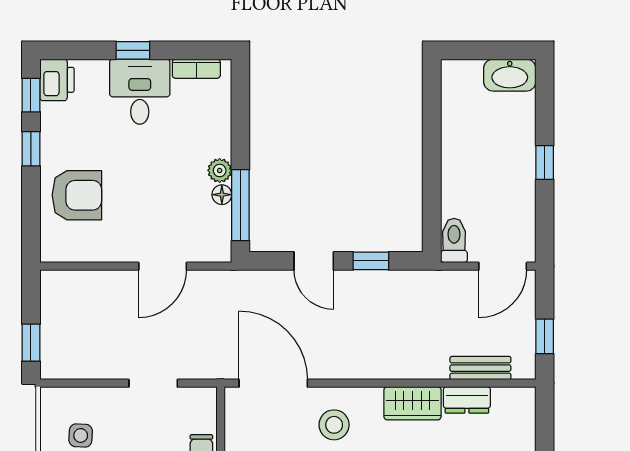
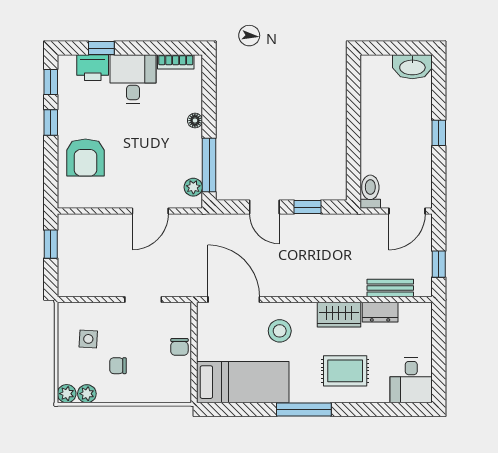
window: (133, 50) -> (101, 48), moved
printer: (57, 80) -> (93, 68), moved, turned 90
plant: (220, 170) -> (193, 187), moved
armchair: (77, 195) -> (85, 158), turned 90
floor lamp: (222, 195) -> (195, 121), moved
window: (31, 343) -> (51, 244), moved

